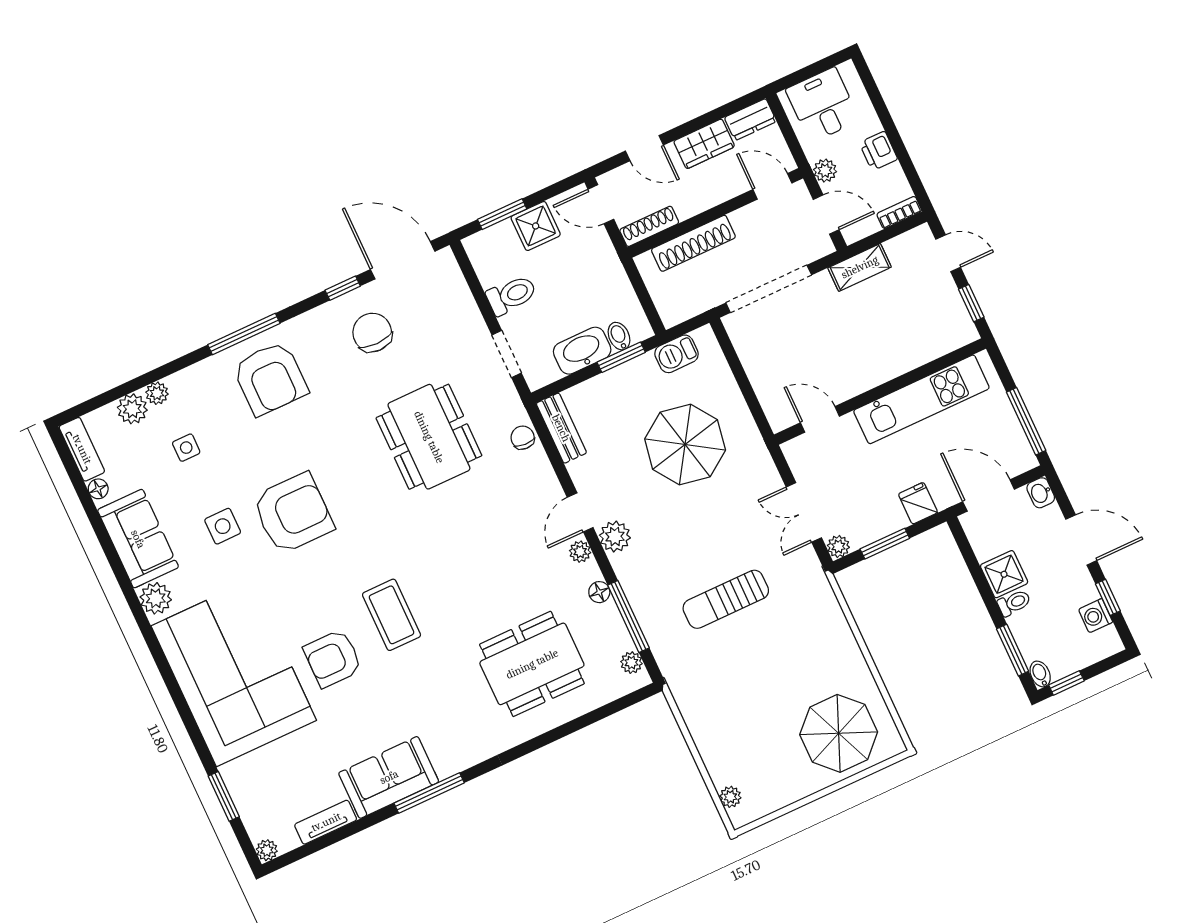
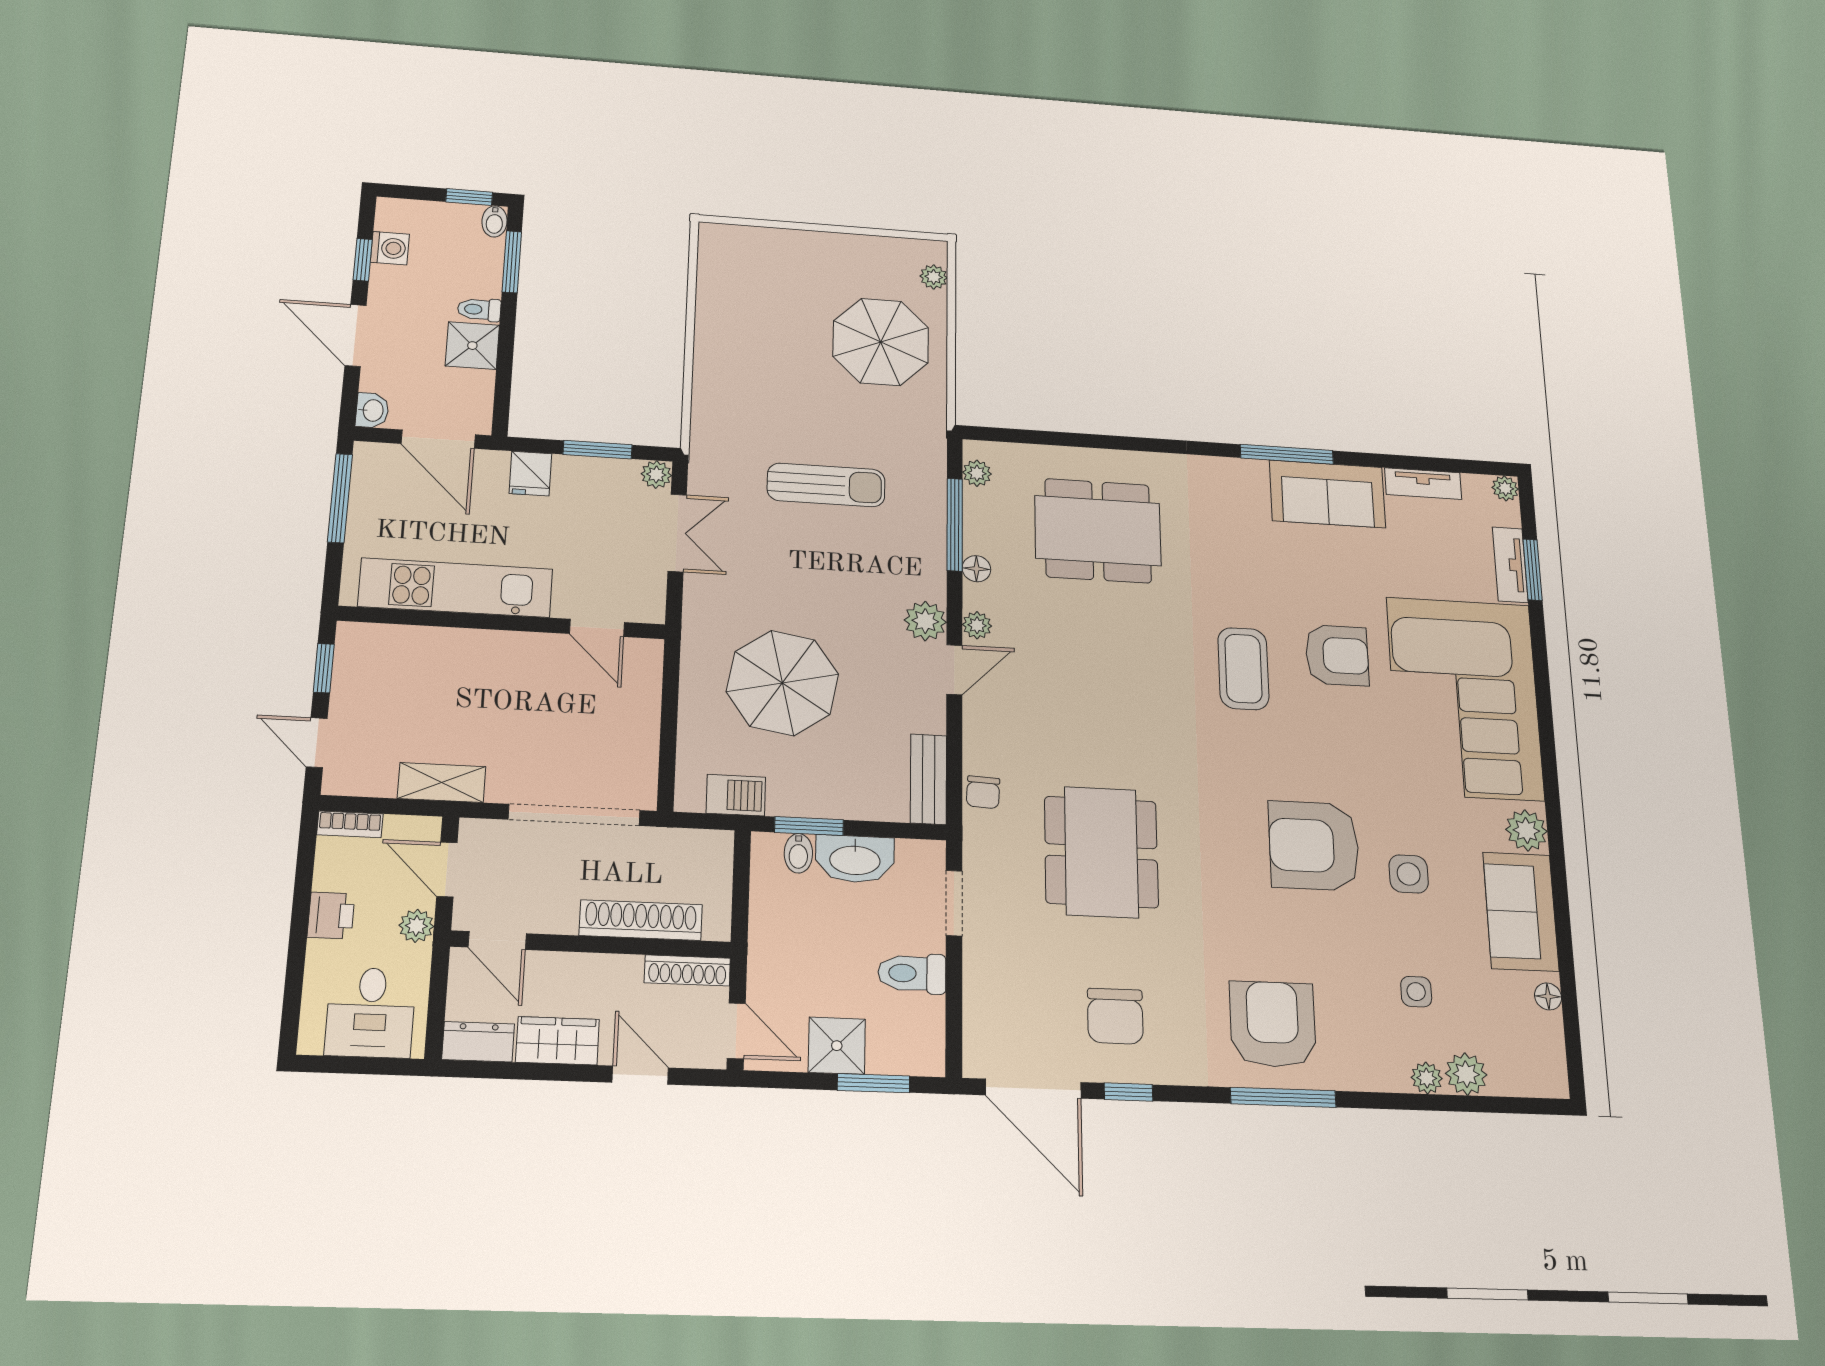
tv unit: (82, 449) -> (1510, 565), moved
parasol: (839, 733) -> (881, 342), moved

